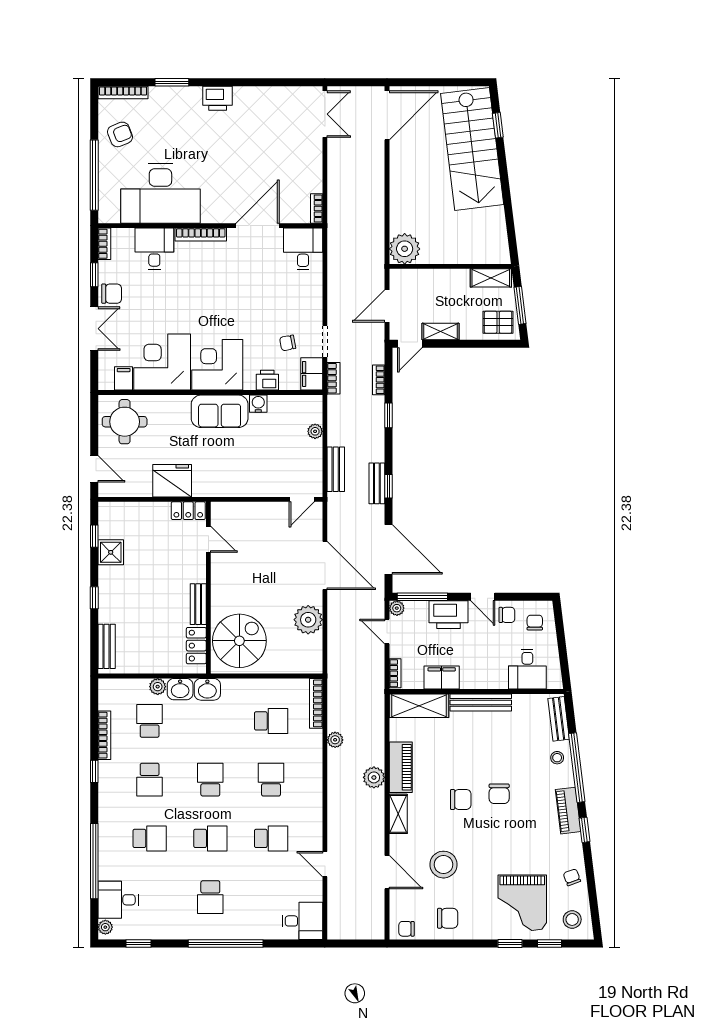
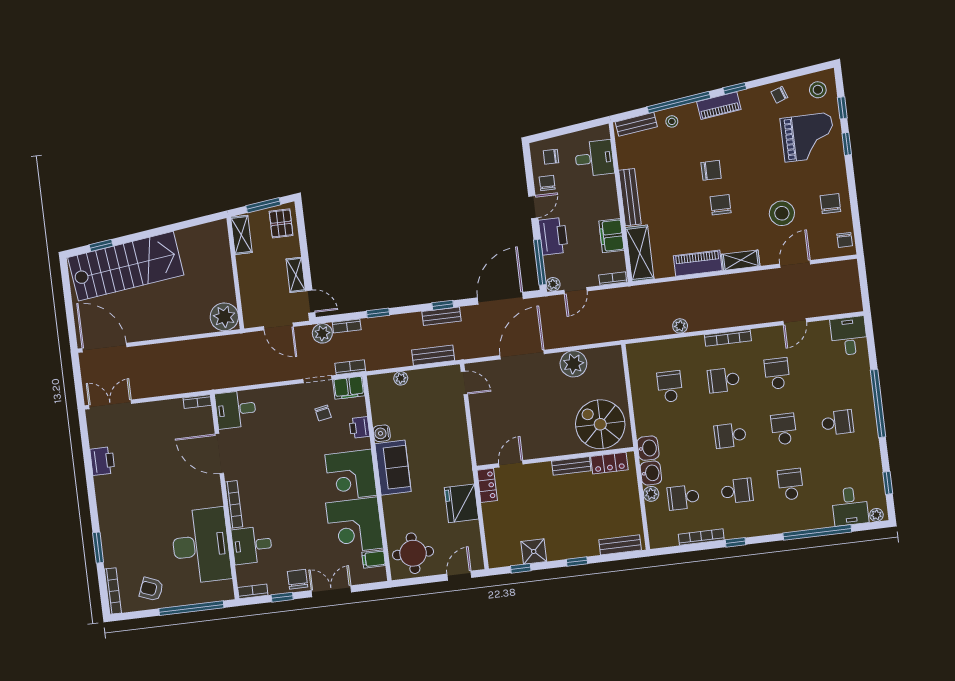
printer: (218, 98) -> (102, 461), moved
armchair: (120, 134) -> (151, 589), turned -46
bookcase: (316, 703) -> (728, 338), moved
plant: (374, 777) -> (322, 333), moved

